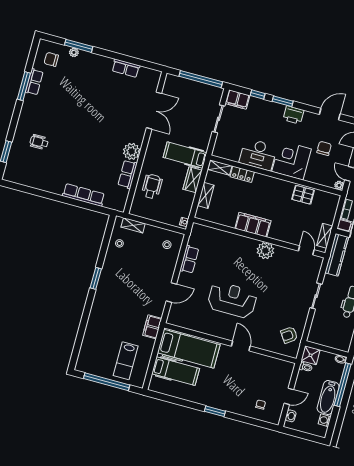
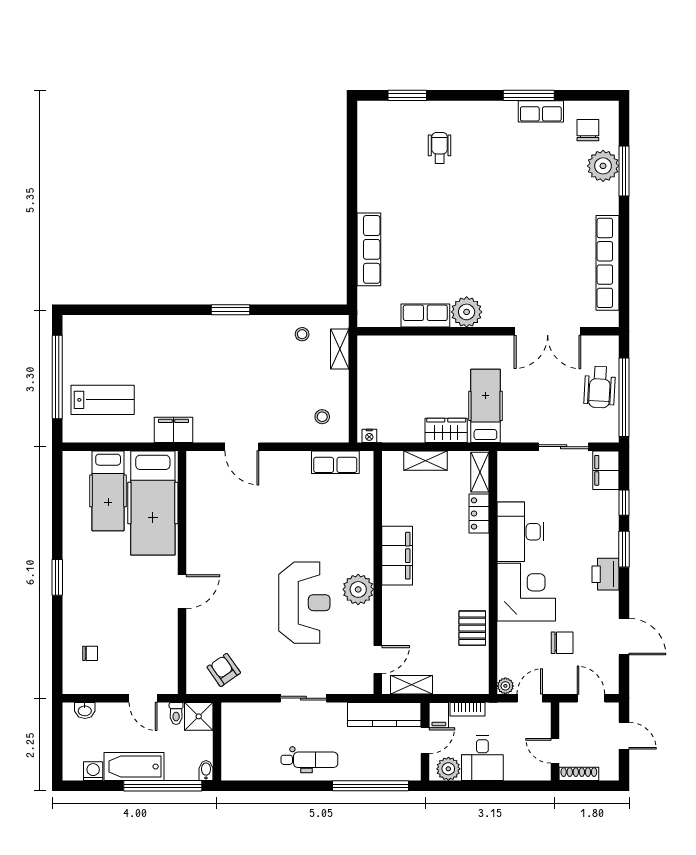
plant: (74, 52) -> (603, 166), width x1.87, depth x1.87
row of seats: (126, 68) -> (608, 263), width x2.02
wheelchair: (152, 186) -> (600, 387), moved, turned 93
row of seats: (189, 259) -> (335, 462), moved
reception desk: (232, 300) -> (304, 603), moved
lab bench: (126, 361) -> (103, 400), turned 180
door: (289, 396) -> (143, 698), moved

